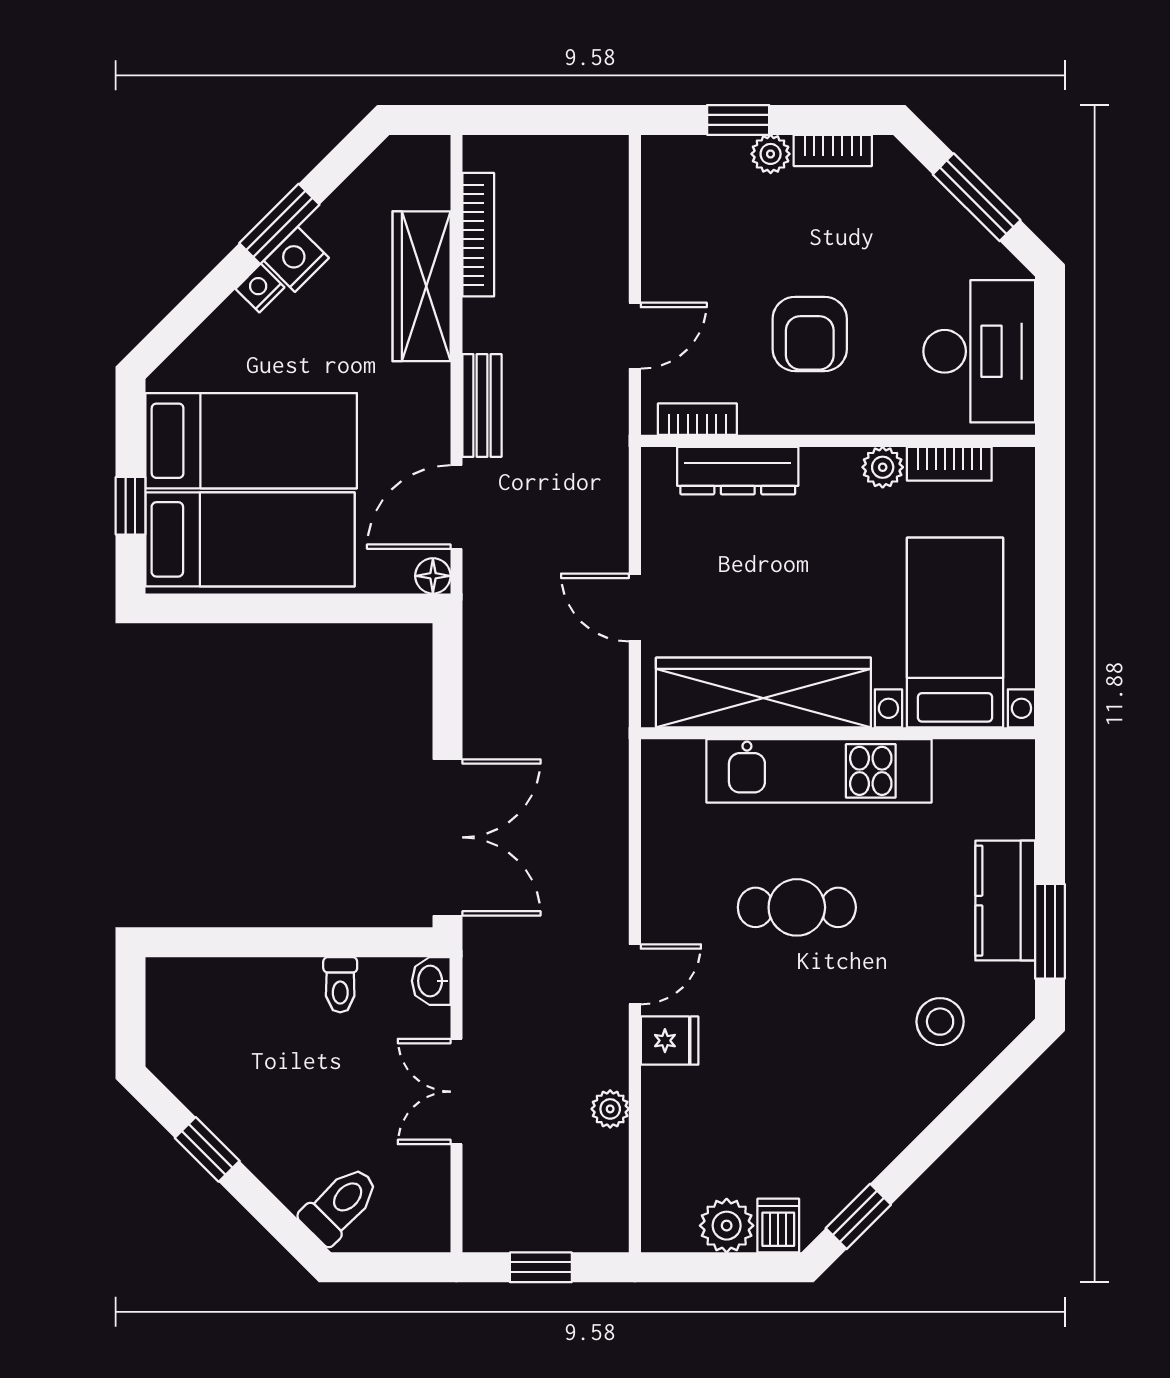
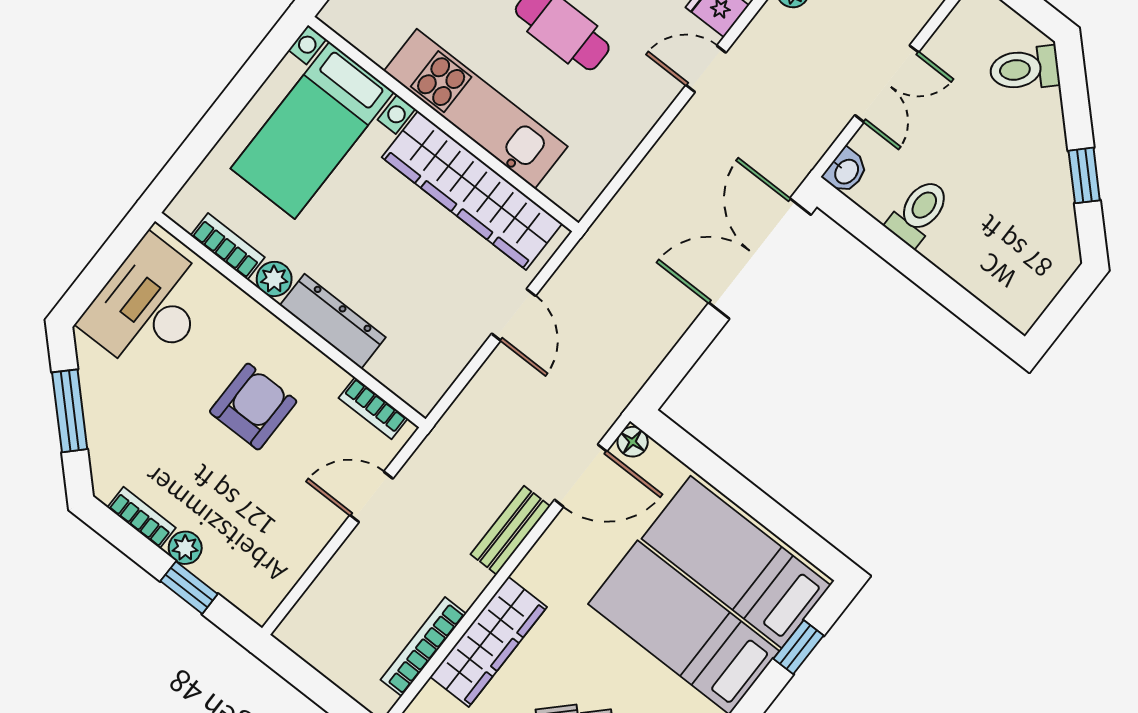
dresser: (738, 471) -> (333, 321), moved
toilet: (340, 985) -> (919, 212), width x1.37, depth x1.39

